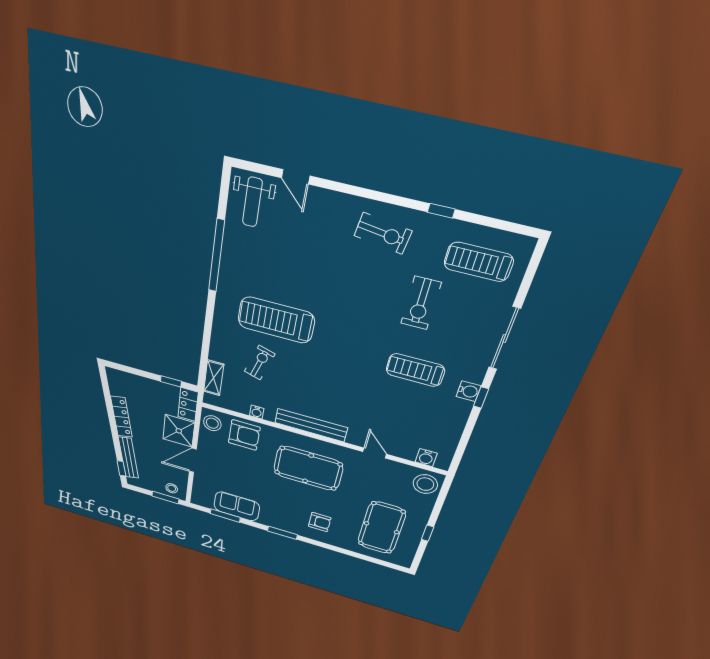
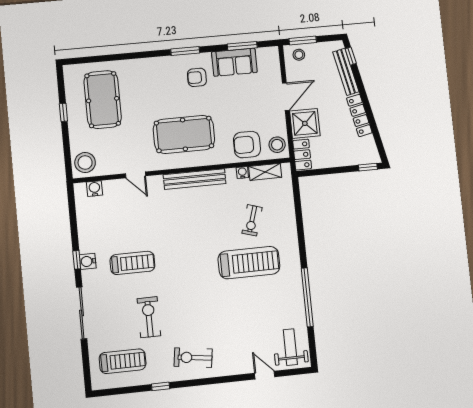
shelving: (214, 378) -> (265, 172), moved, turned 90
window: (171, 381) -> (368, 167), moved
armchair: (320, 522) -> (197, 77), moved

